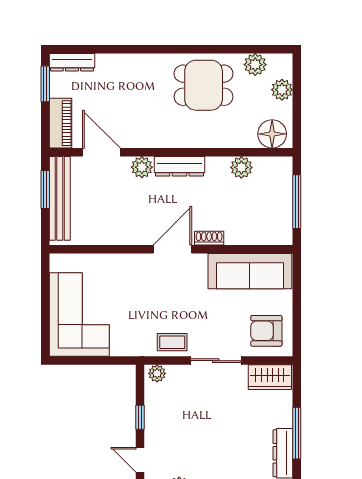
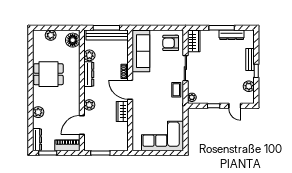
plant: (255, 65) -> (38, 112), moved
dining table: (204, 85) -> (48, 74), turned 90
dresser: (179, 166) -> (89, 74), moved
bench: (60, 198) -> (107, 35), moved
wardrobe: (129, 233) -> (122, 111), added
armchair: (266, 331) -> (171, 43), turned 90
door: (140, 460) -> (235, 106), hinge flipped

